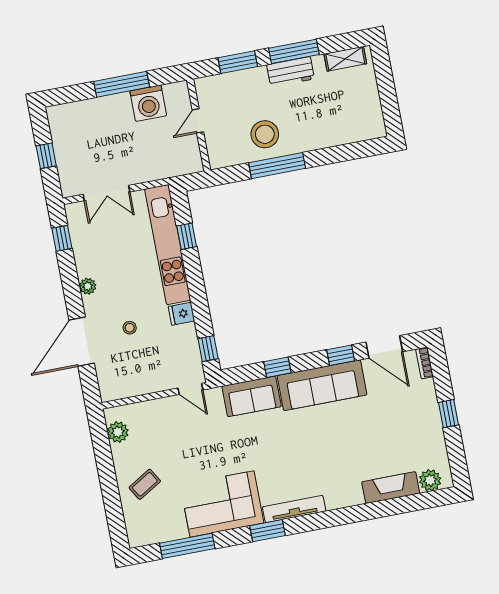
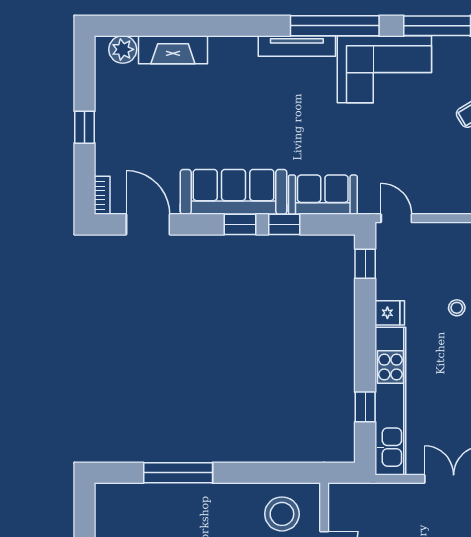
stool: (265, 134) -> (282, 514), moved
window: (277, 166) -> (178, 473), moved
window: (341, 355) -> (240, 224), moved
window: (268, 531) -> (335, 26), width x2.11

